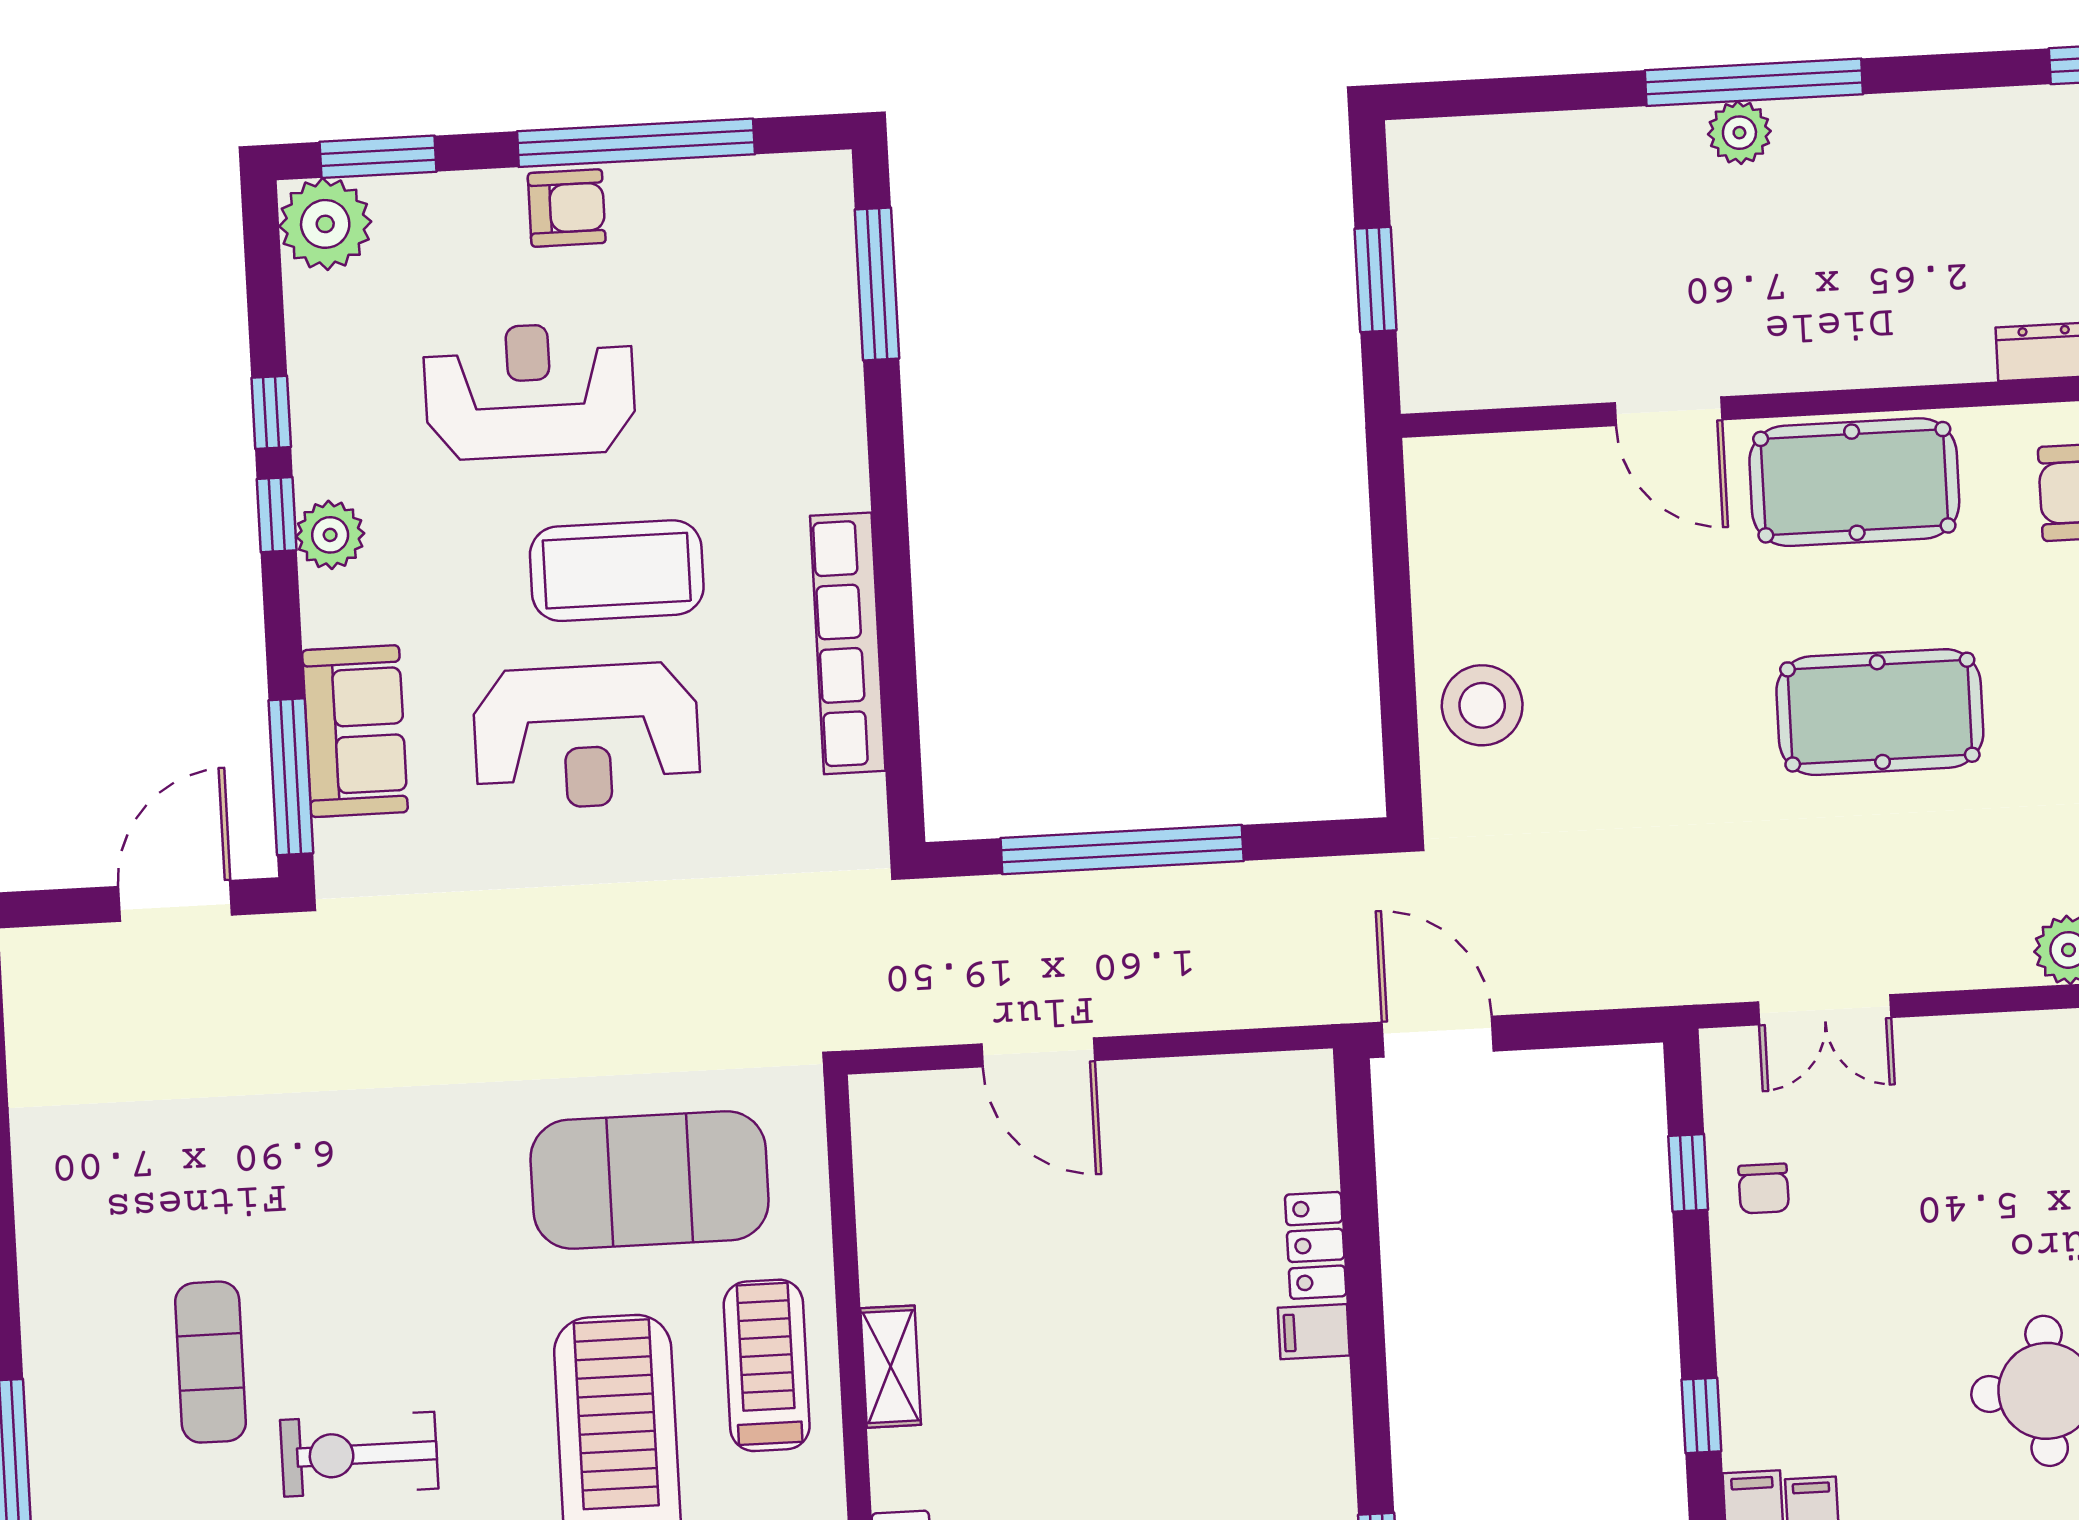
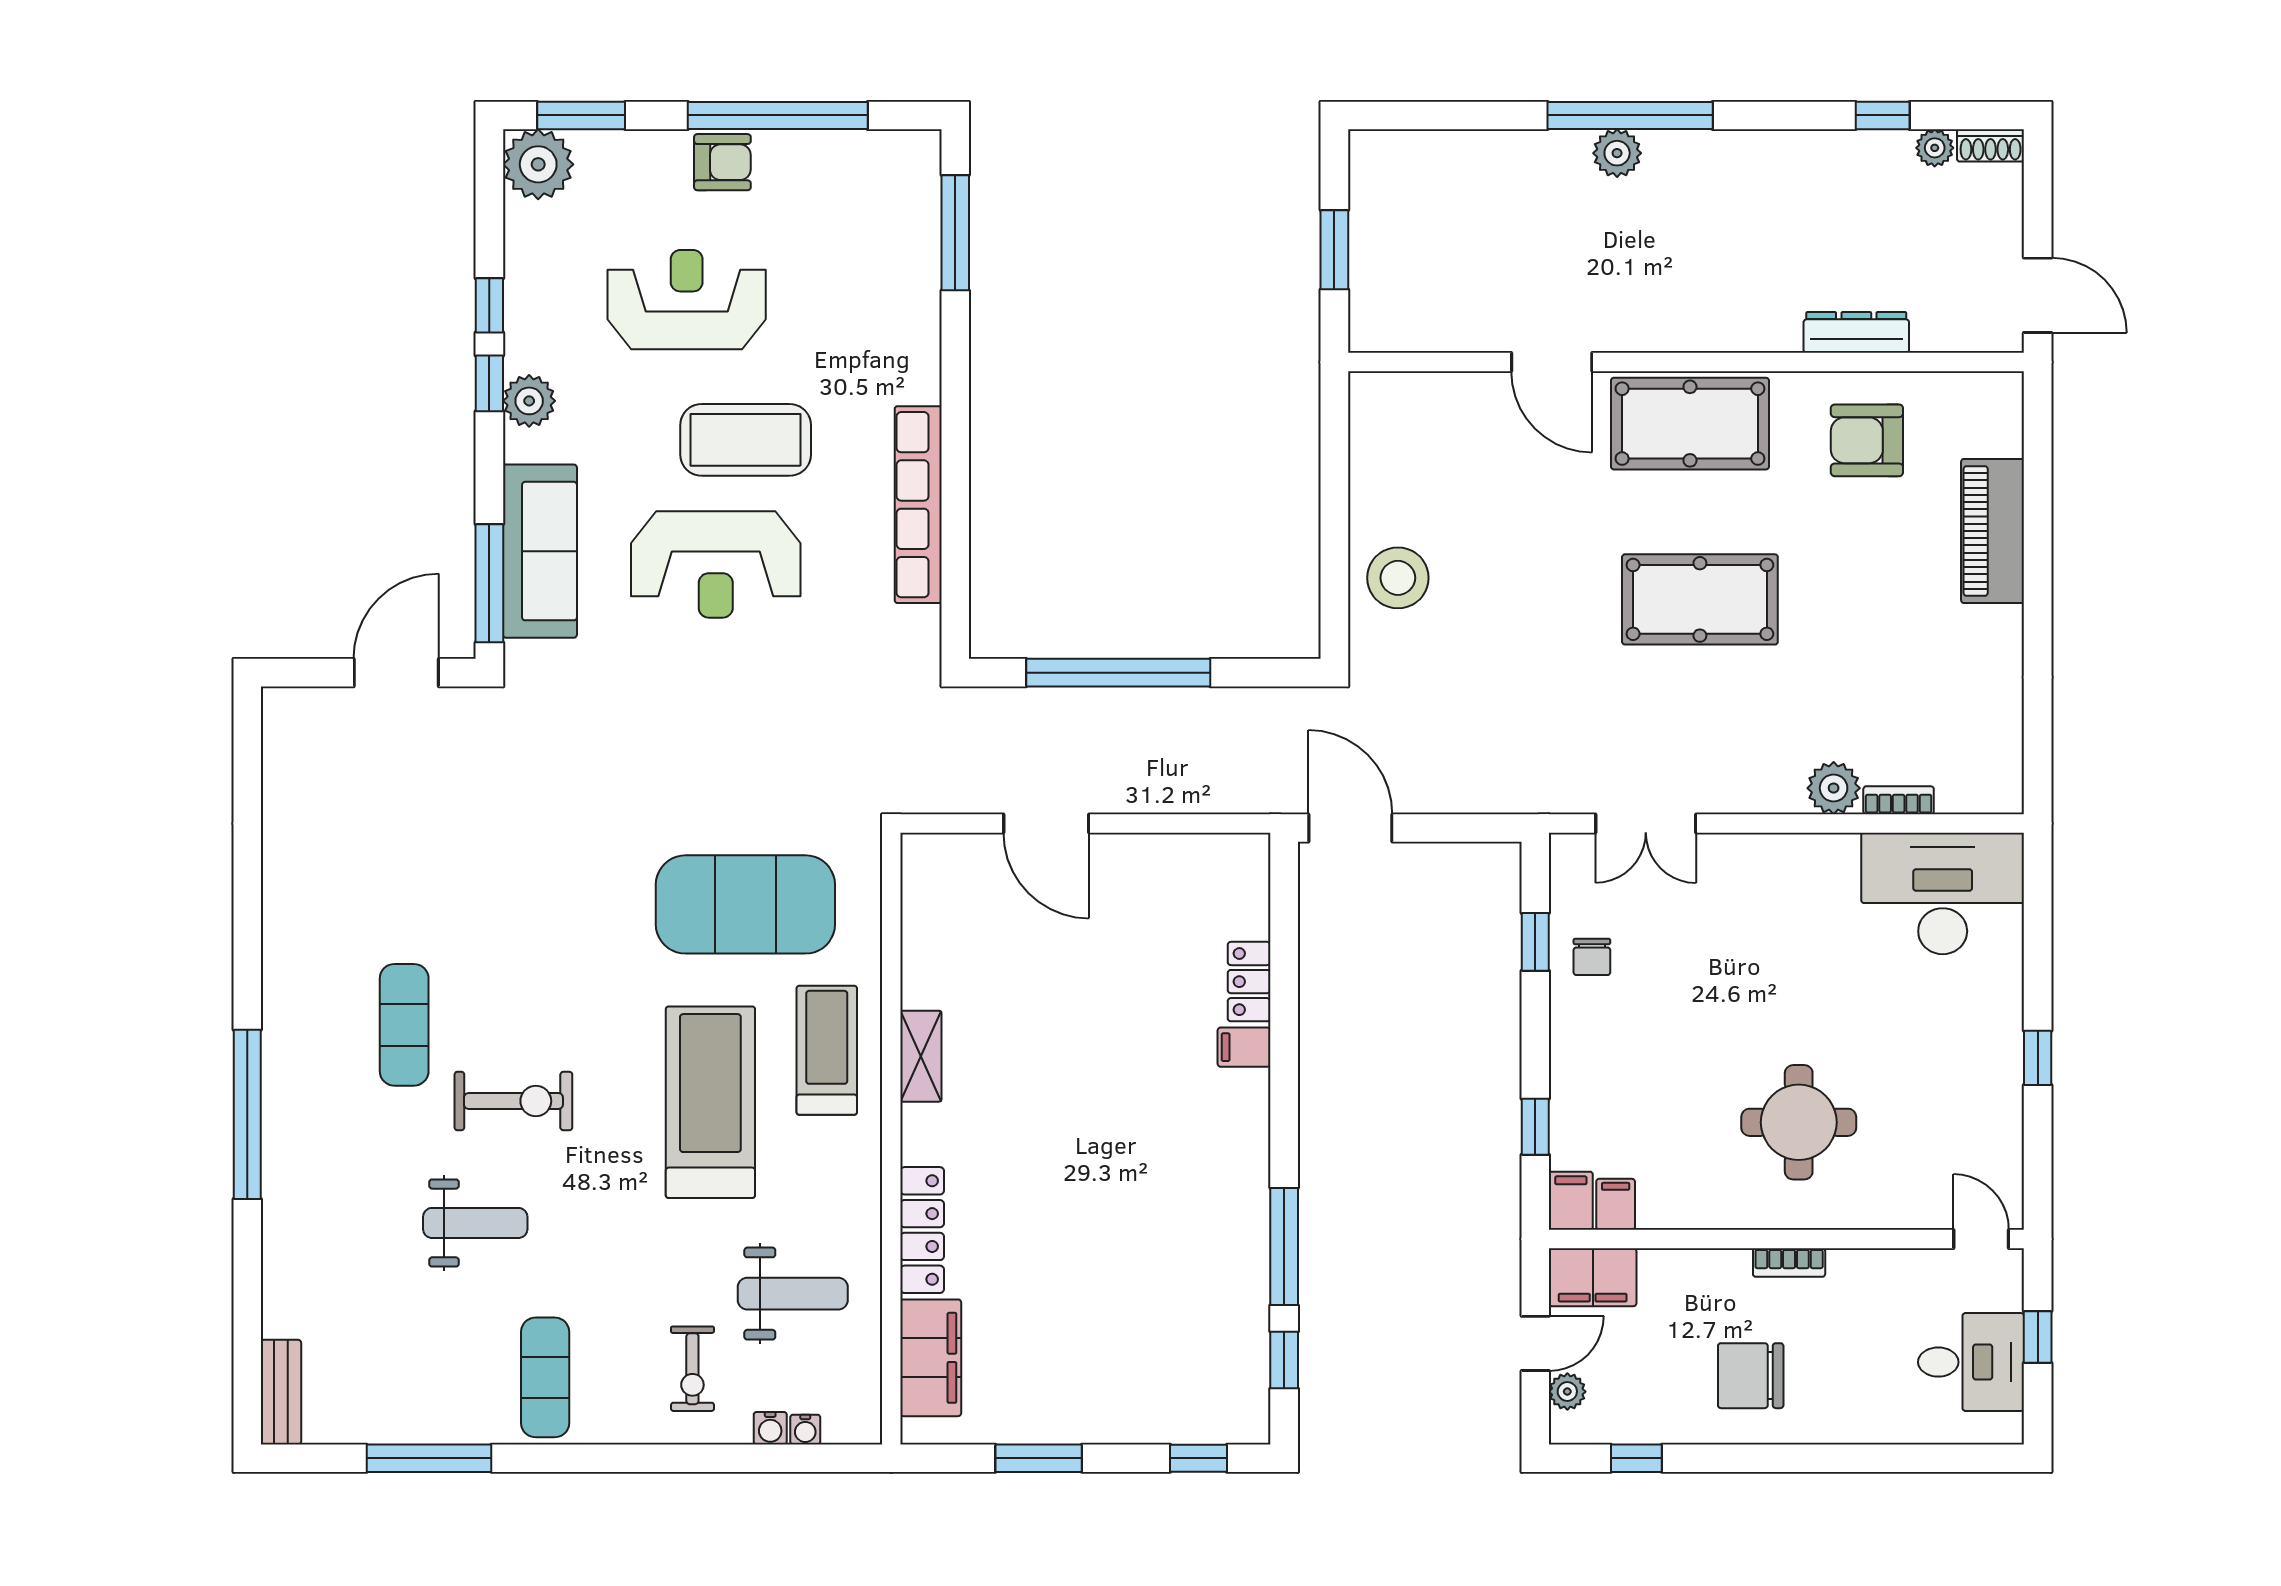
sofa: (355, 731) -> (540, 551), width x1.36
exercise bike: (359, 1454) -> (513, 1101), turned 180

